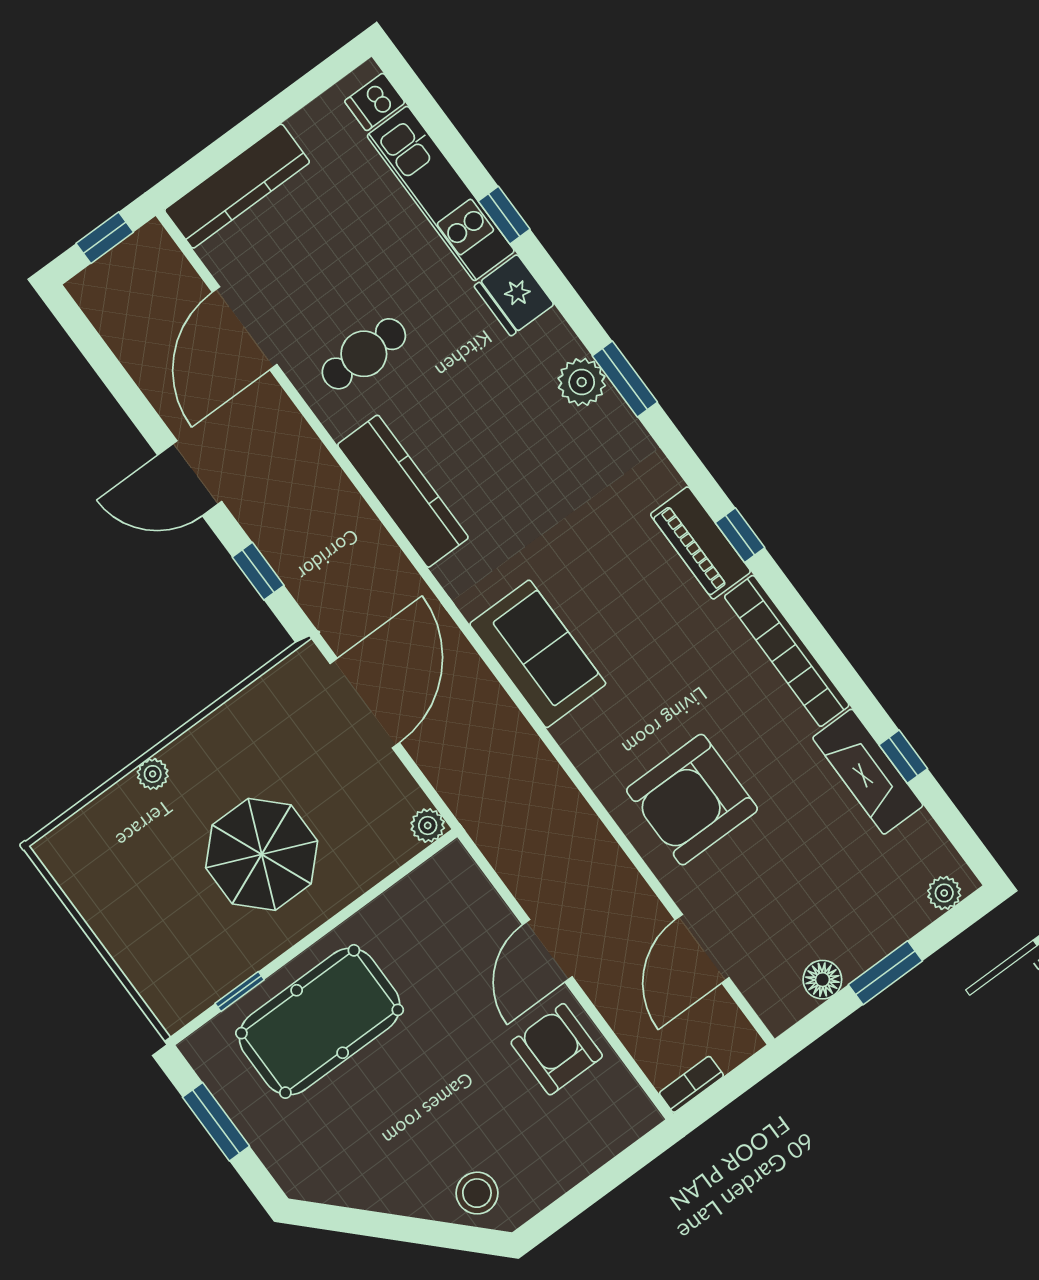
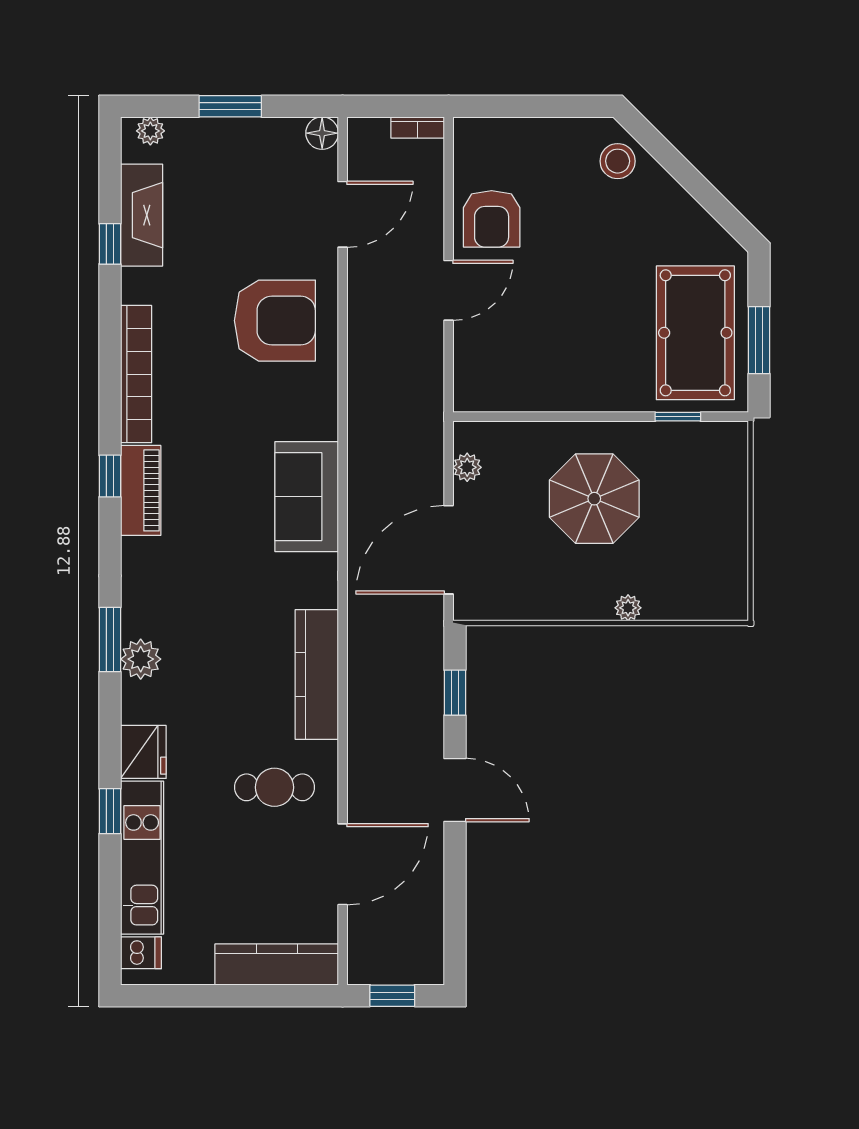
fireplace: (868, 772) -> (142, 215), moved
plant: (428, 826) -> (467, 467), moved
floor lamp: (822, 980) -> (322, 133), moved
pool table: (320, 1021) -> (695, 333), moved, turned 90

